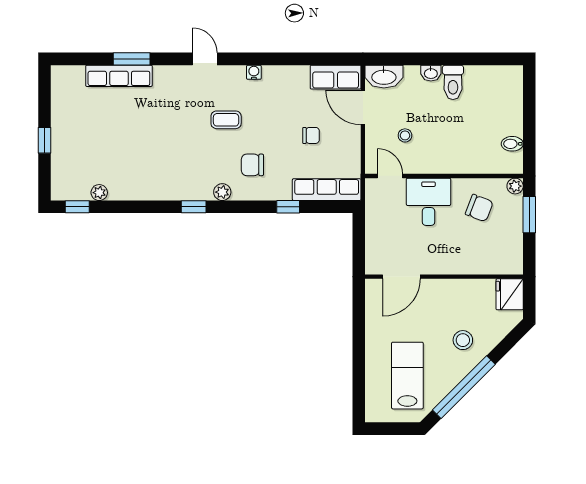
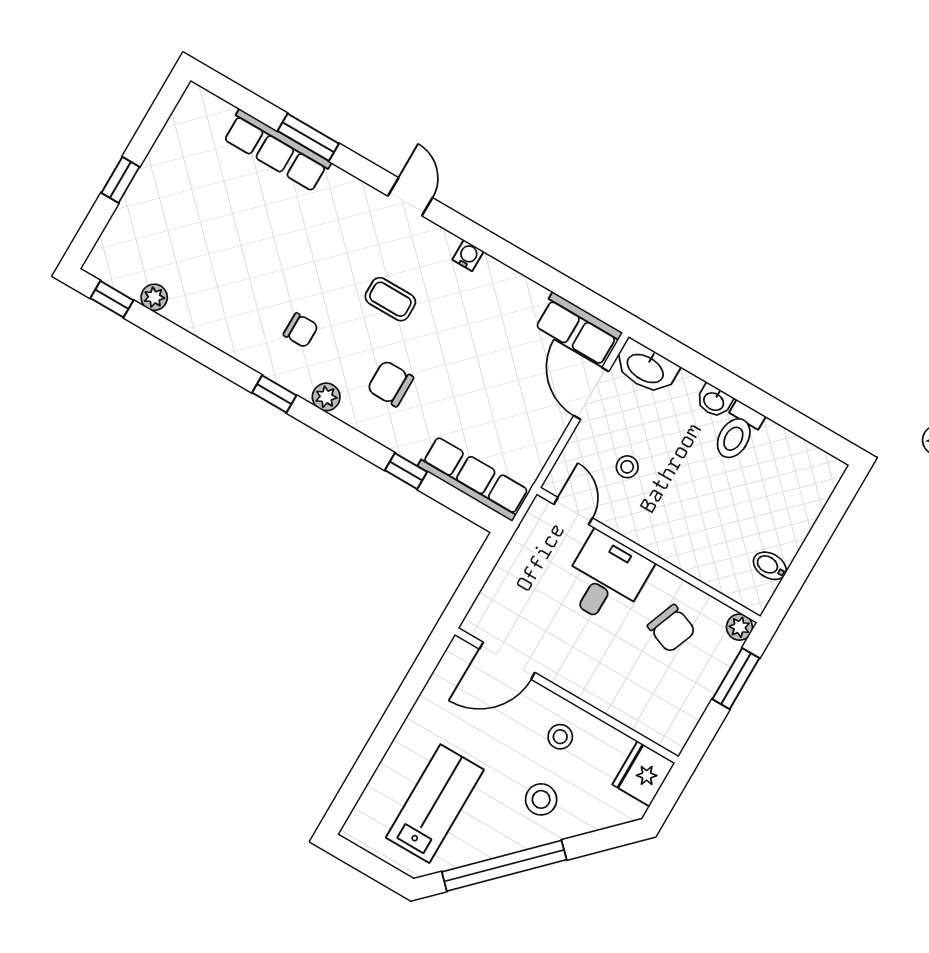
chair: (311, 135) -> (301, 330), moved
stool: (453, 301) -> (560, 737), added

